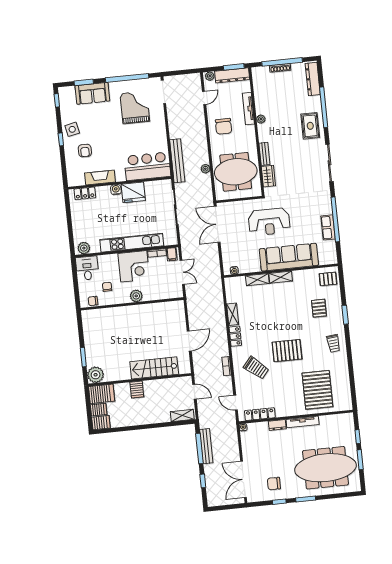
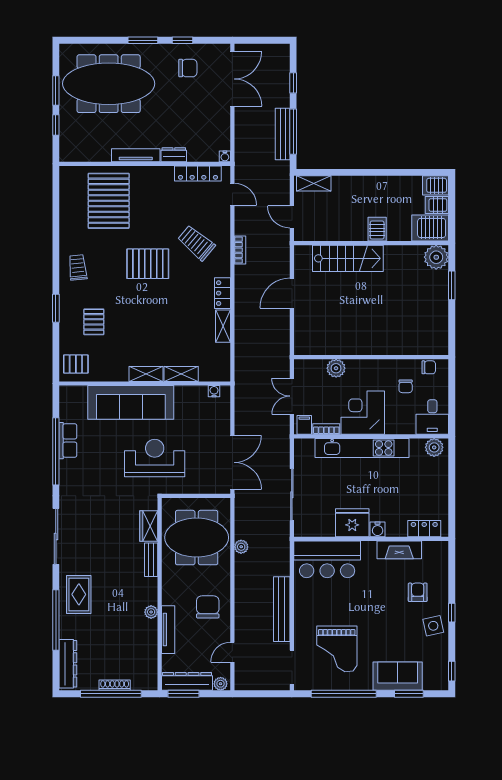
bench: (177, 161) -> (282, 609), moved
plant: (136, 296) -> (336, 368), moved

